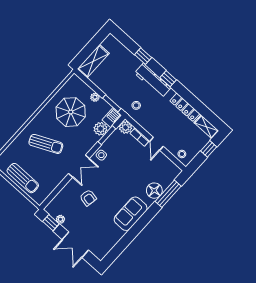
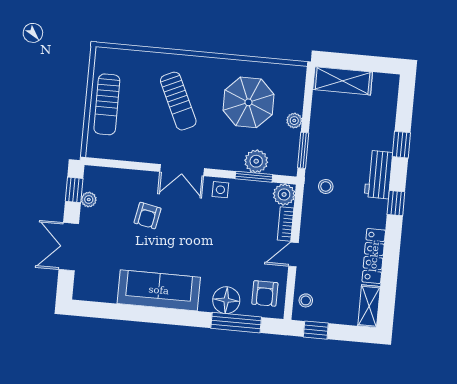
workbench: (153, 80) -> (378, 175), width x0.73
barbecue: (112, 118) -> (283, 165), removed
window: (209, 149) -> (316, 330), moved
armchair: (165, 170) -> (265, 293), added
sofa: (131, 214) -> (159, 290), width x1.36

